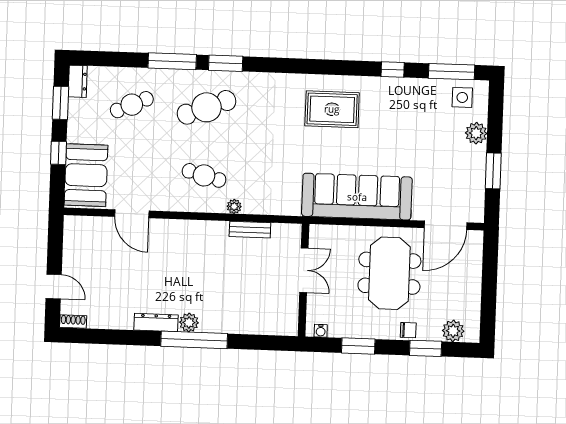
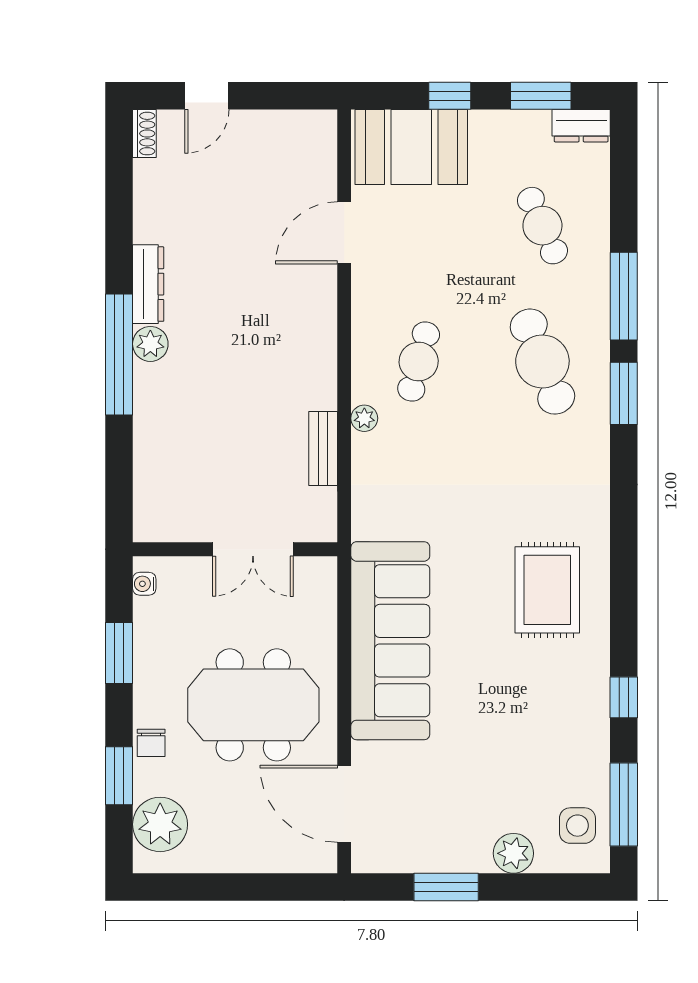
plant: (453, 331) -> (160, 824), width x1.36, depth x1.36

